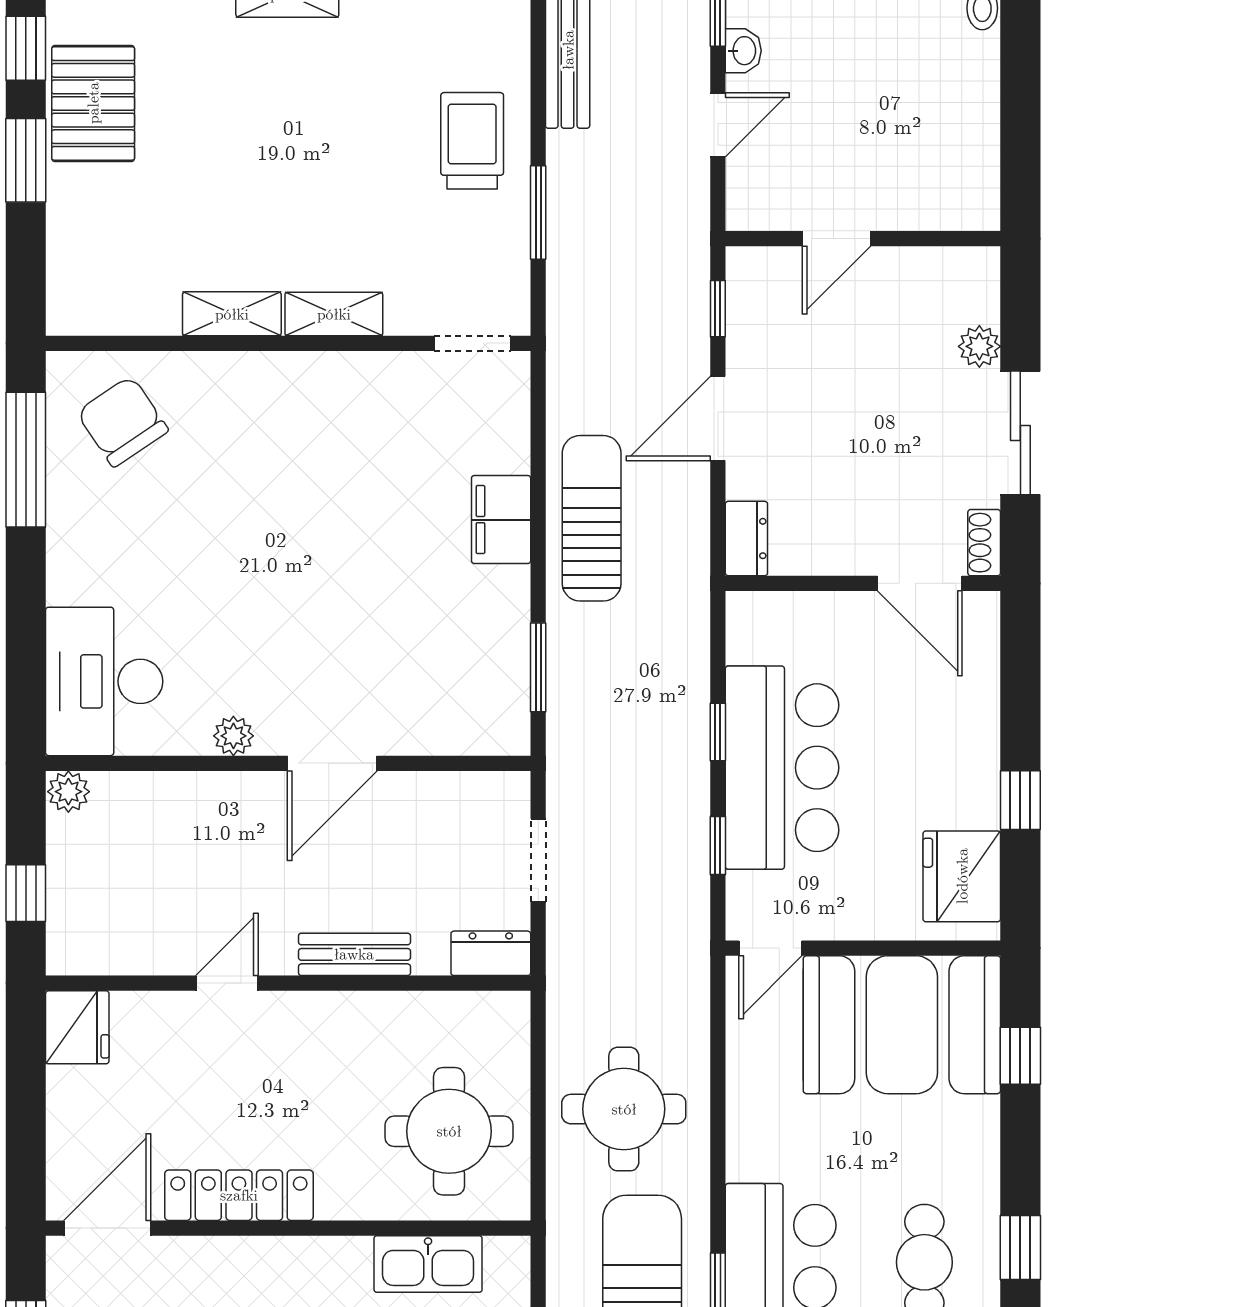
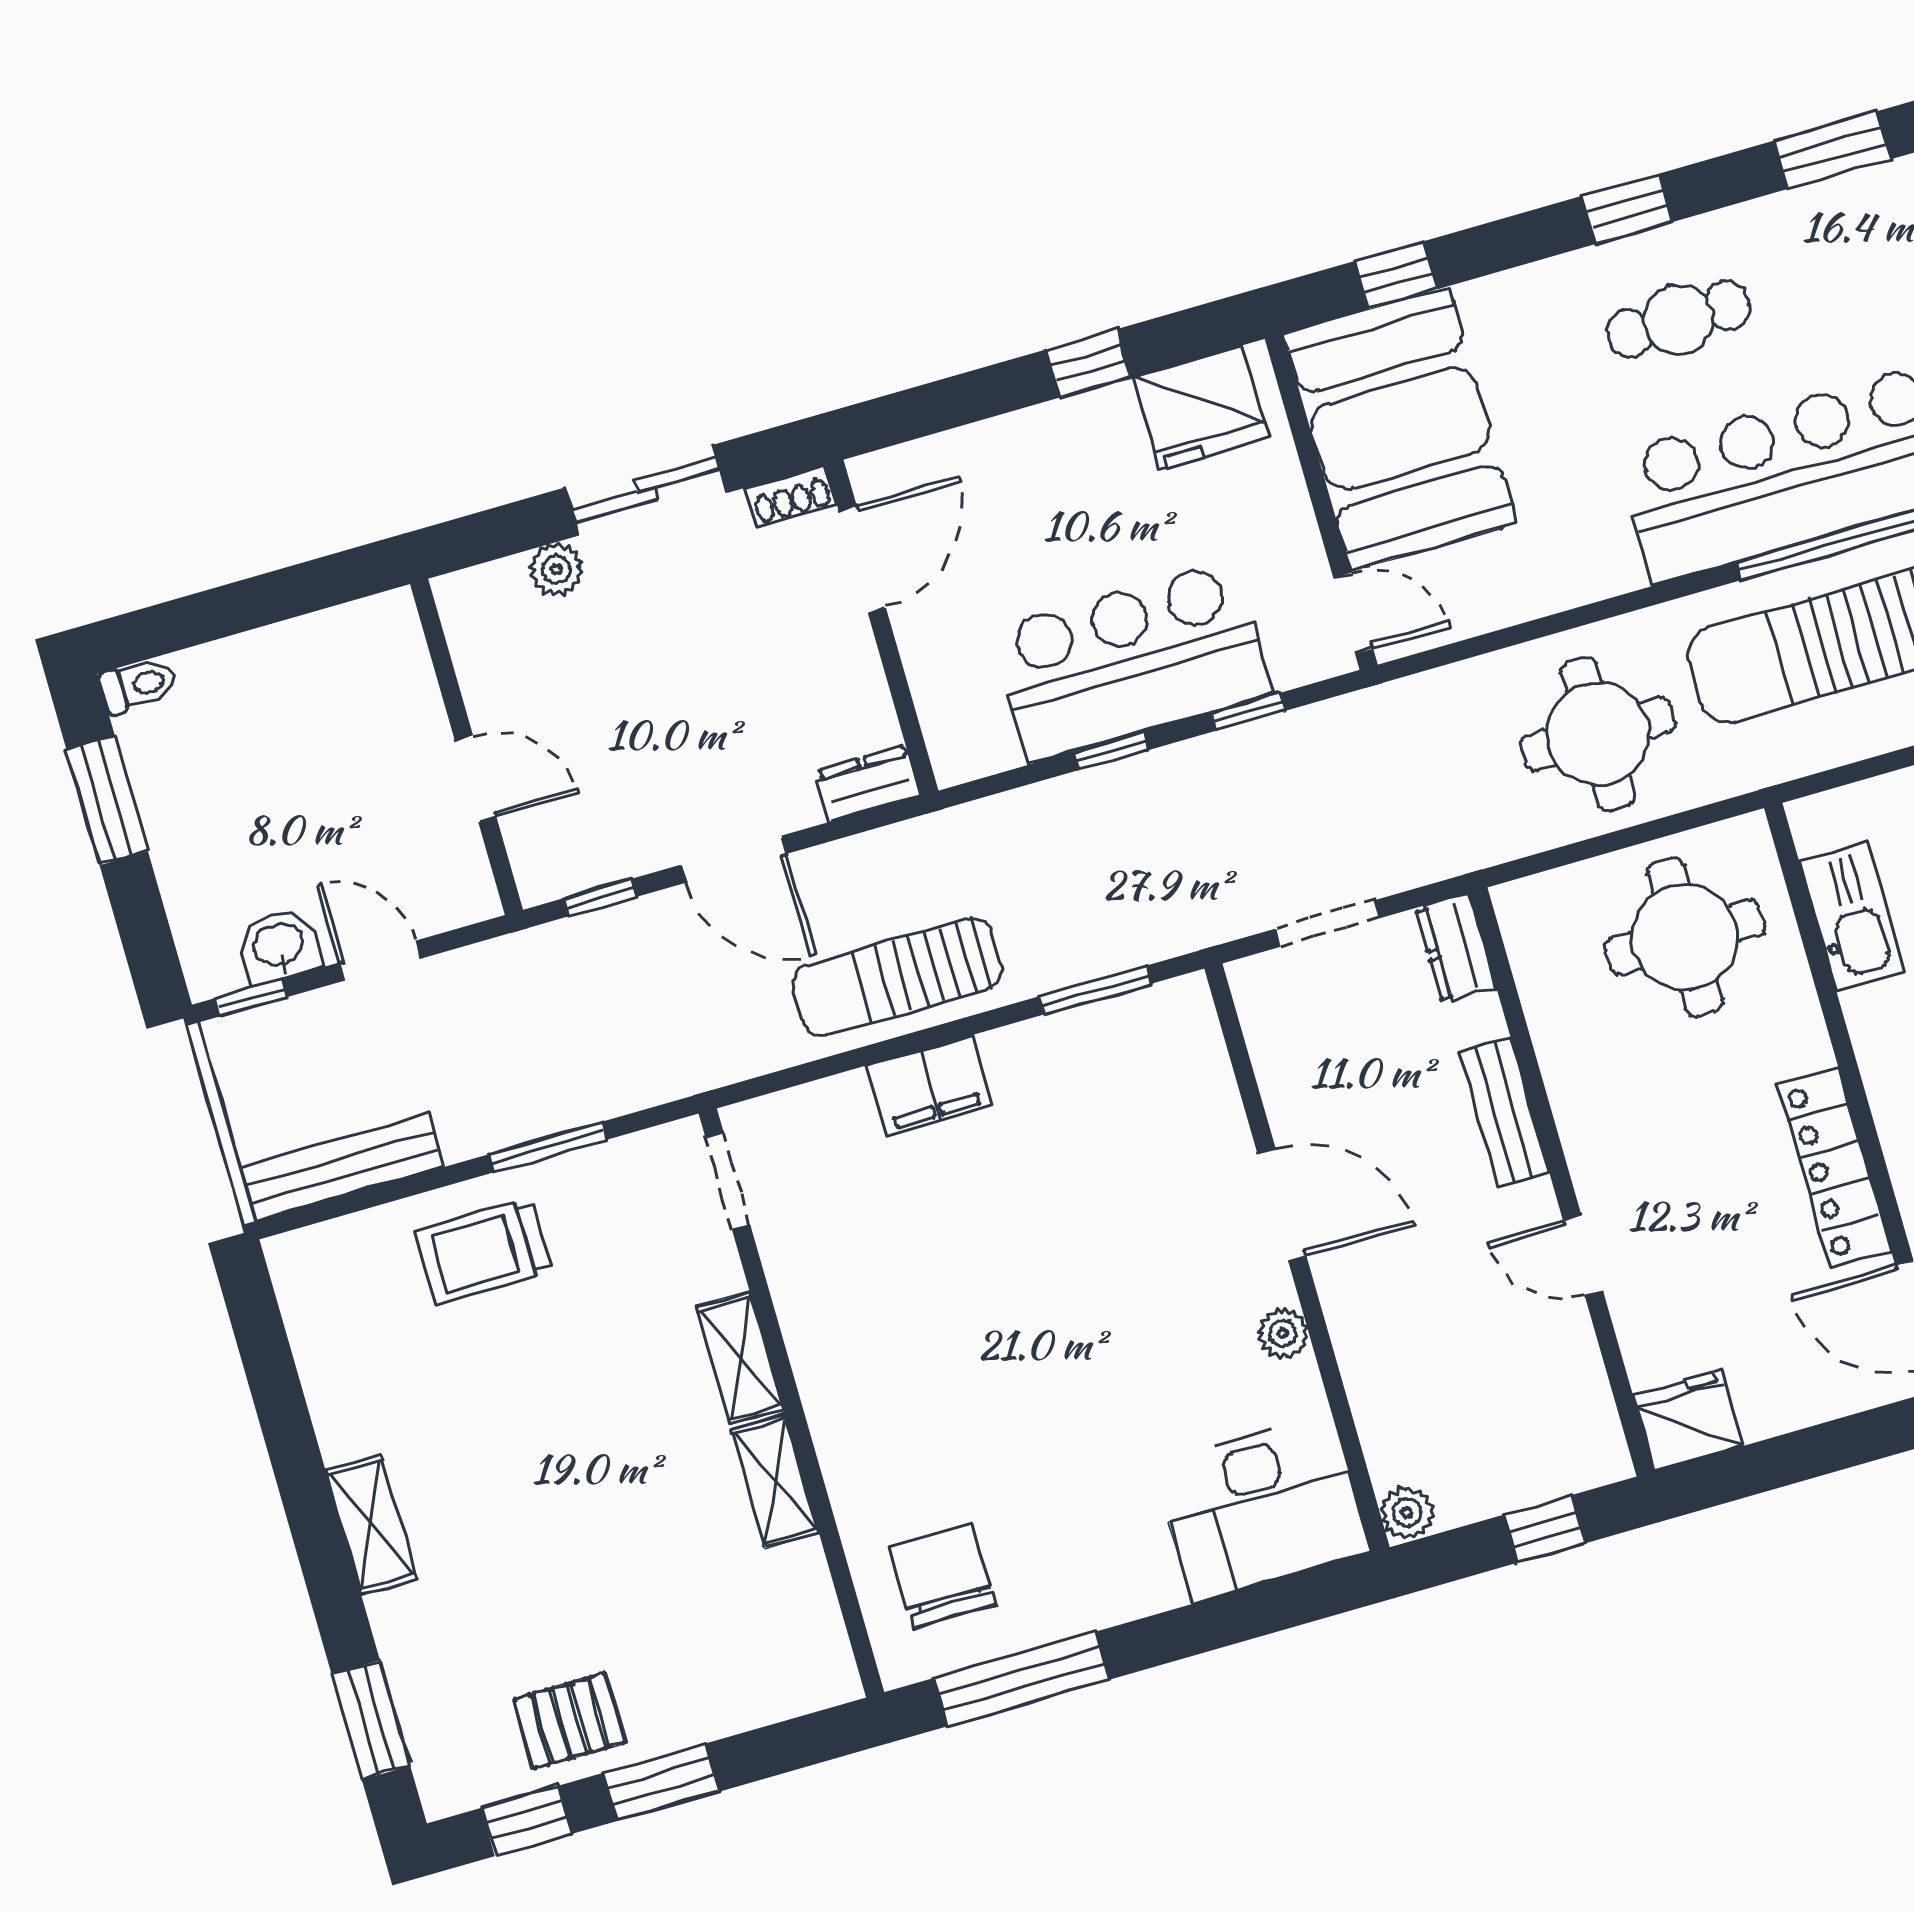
washbasin: (743, 51) -> (279, 946), width x1.38, depth x1.45
pallet: (93, 103) -> (570, 1721), width x0.67, depth x0.71
chair: (122, 421) -> (942, 1576), turned 124

